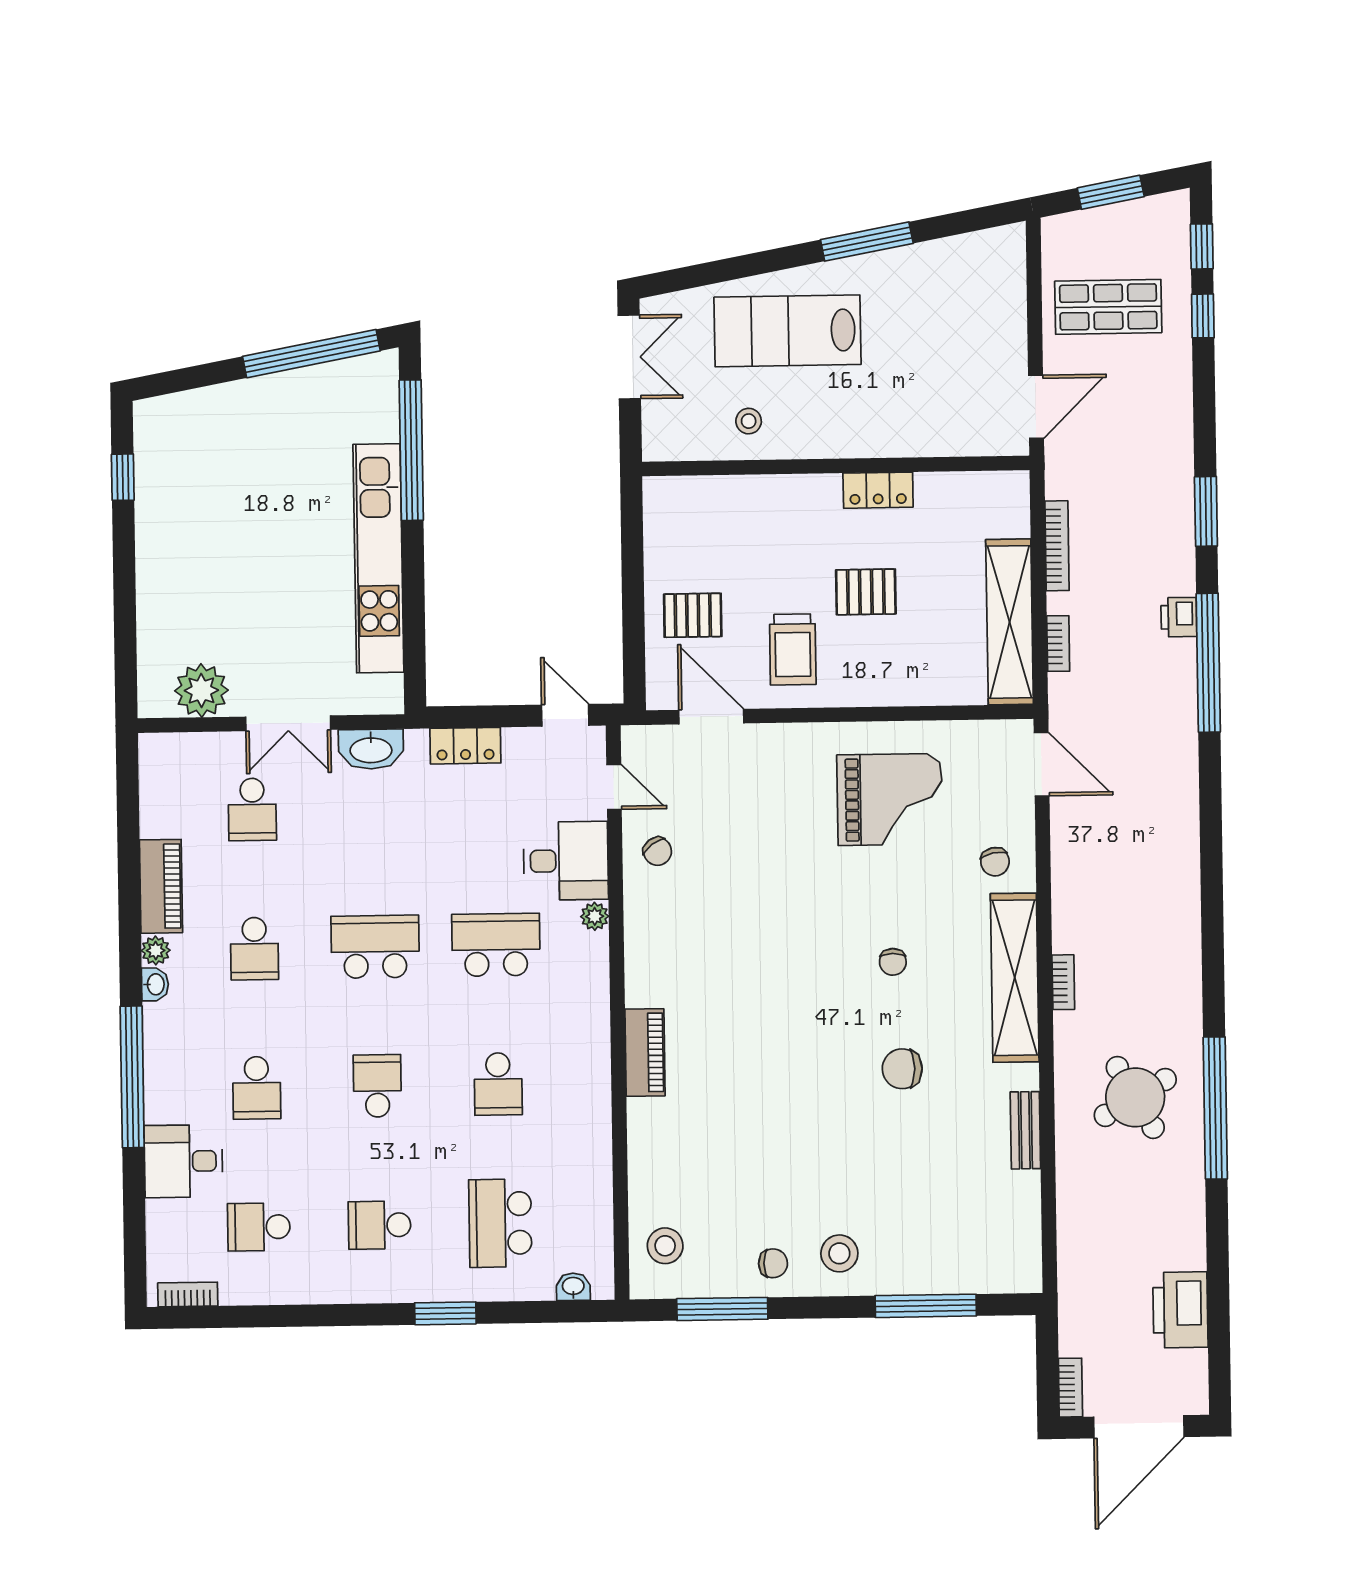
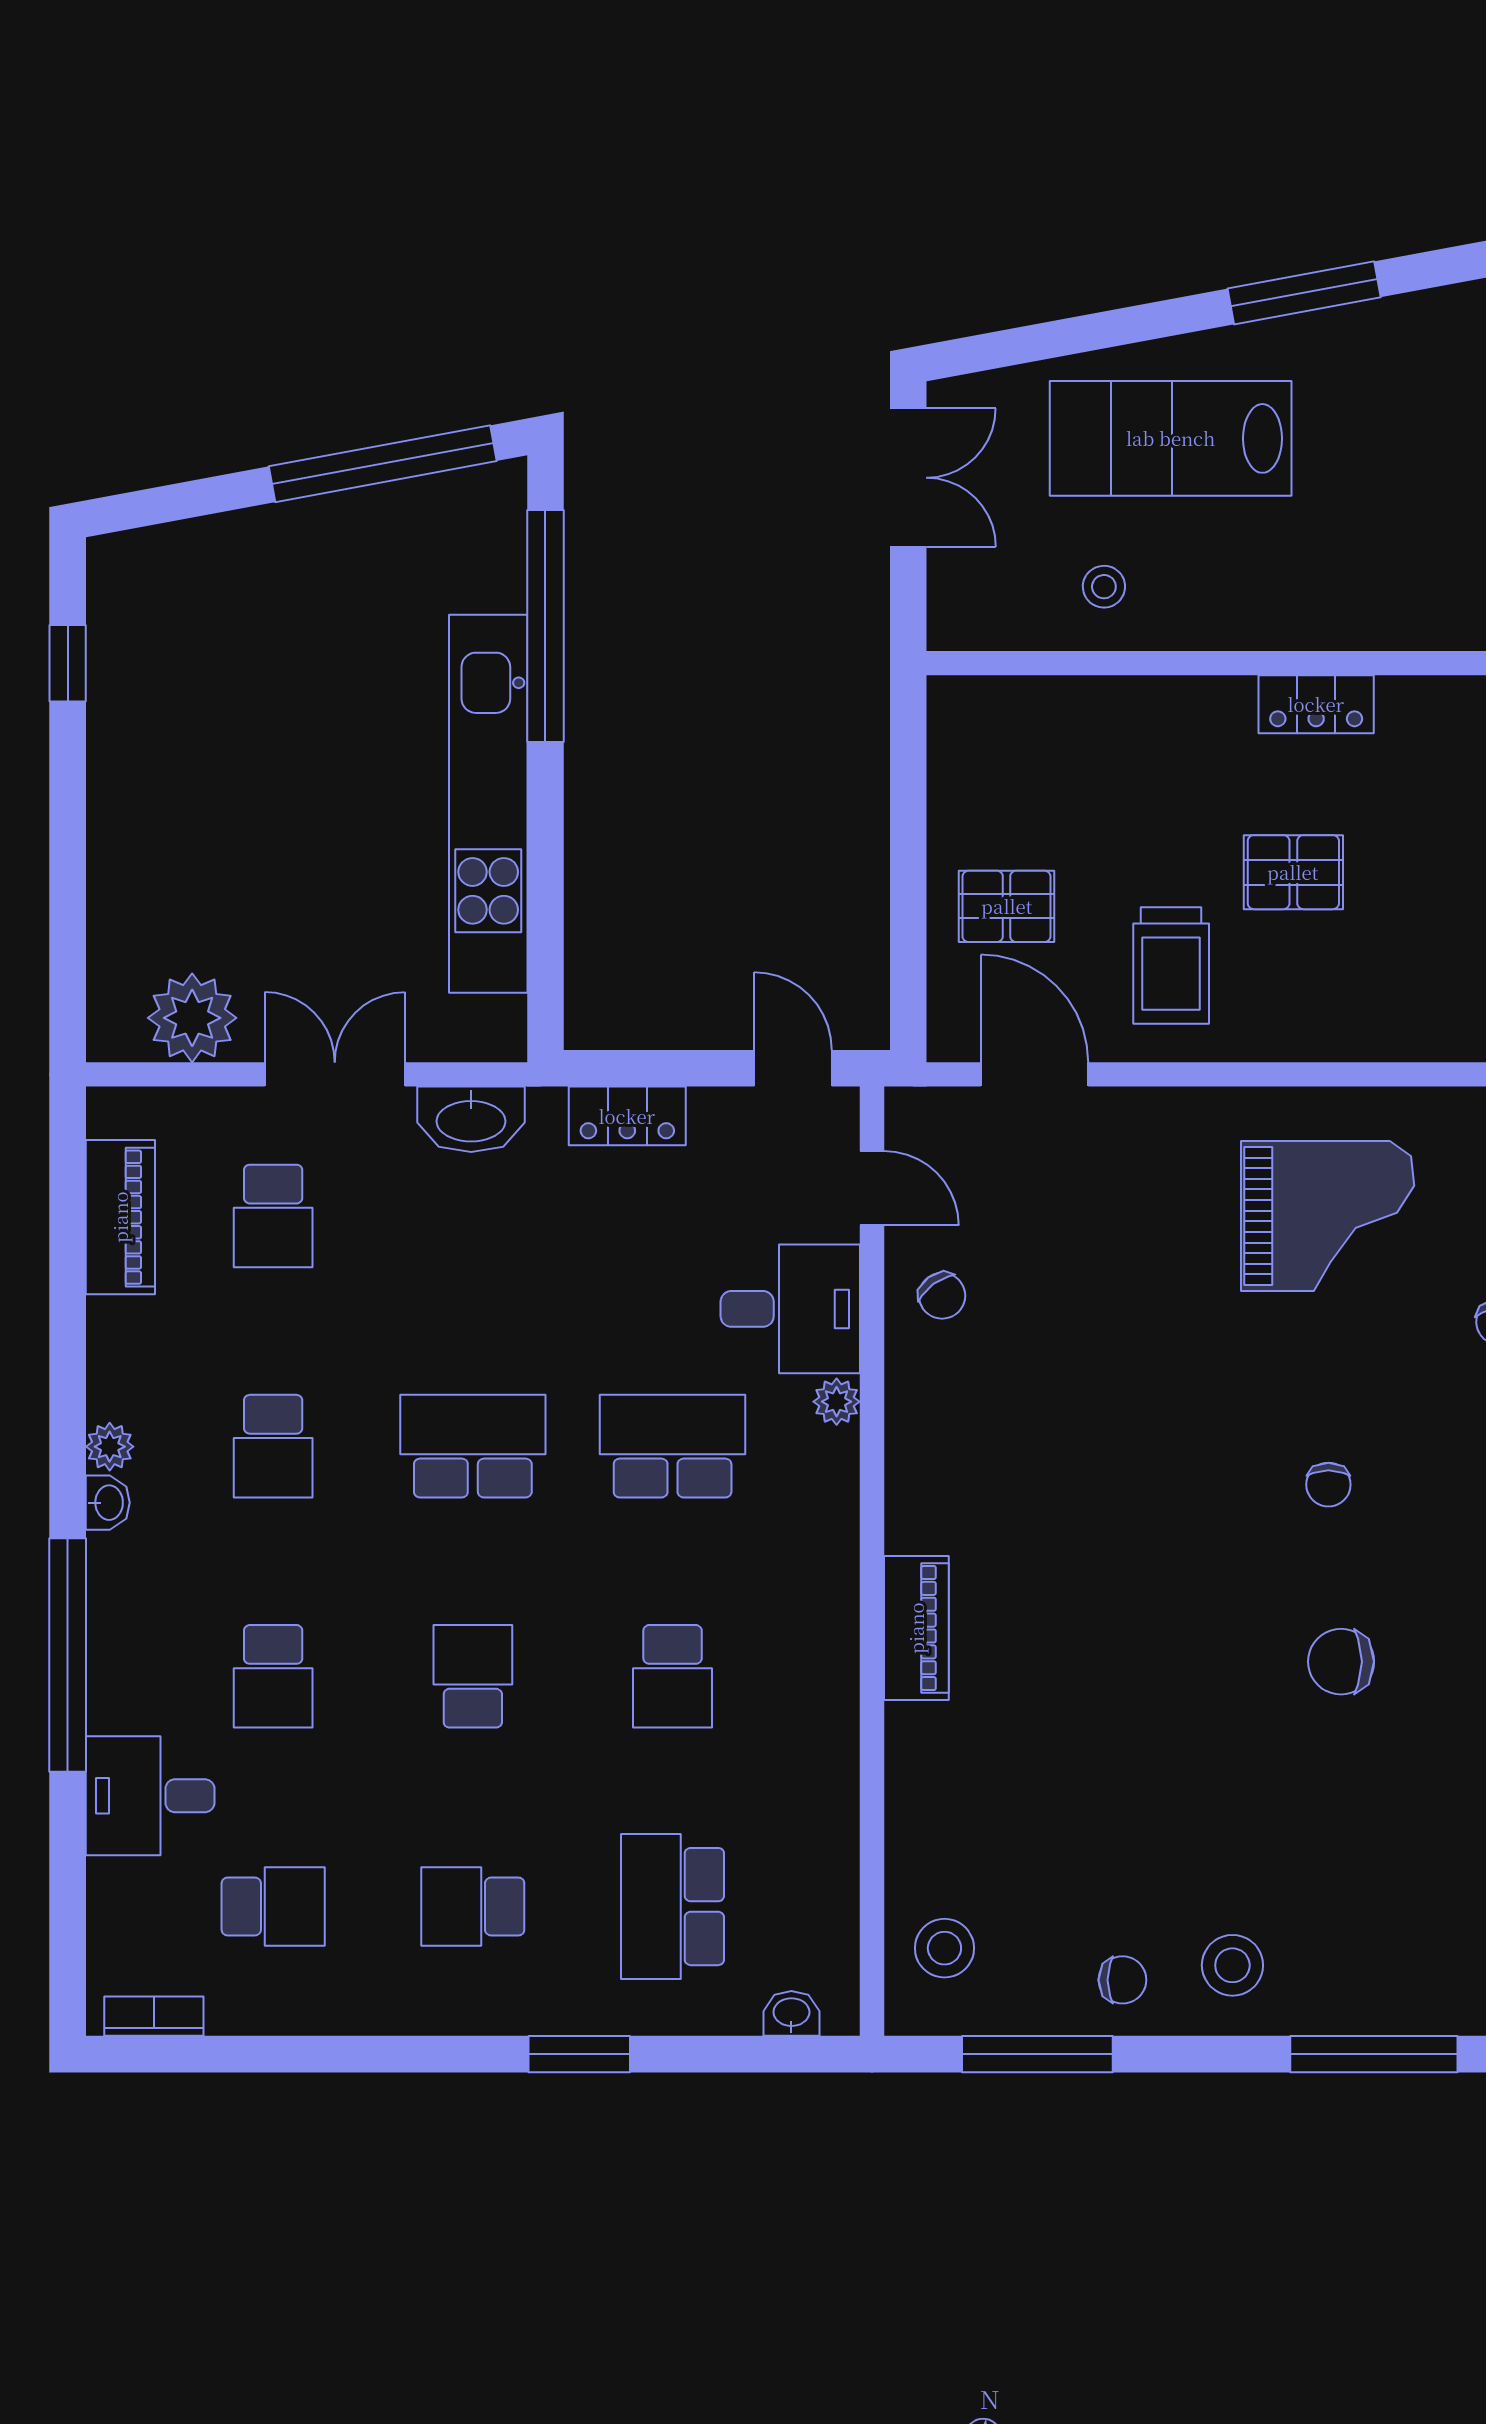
double door: (288, 723) -> (335, 1074), swing flipped
piano: (161, 886) -> (120, 1217), moved
school desk: (259, 1227) -> (273, 1907), turned 180

